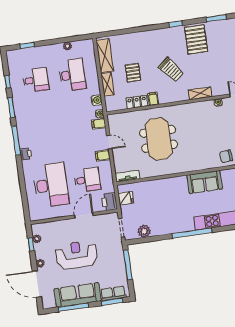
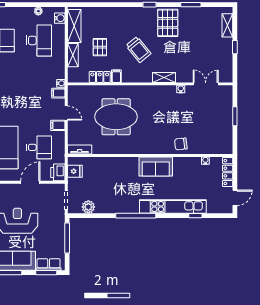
water cooler: (97, 100) -> (60, 18), moved
meeting table: (159, 139) -> (116, 117), turned 90

